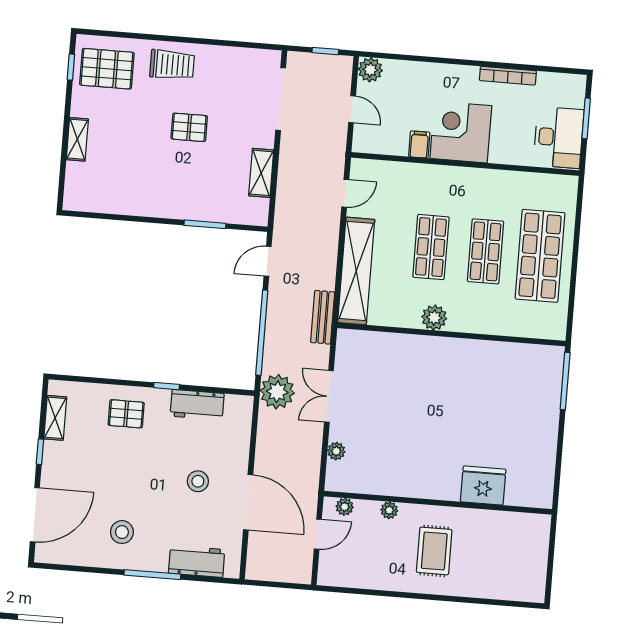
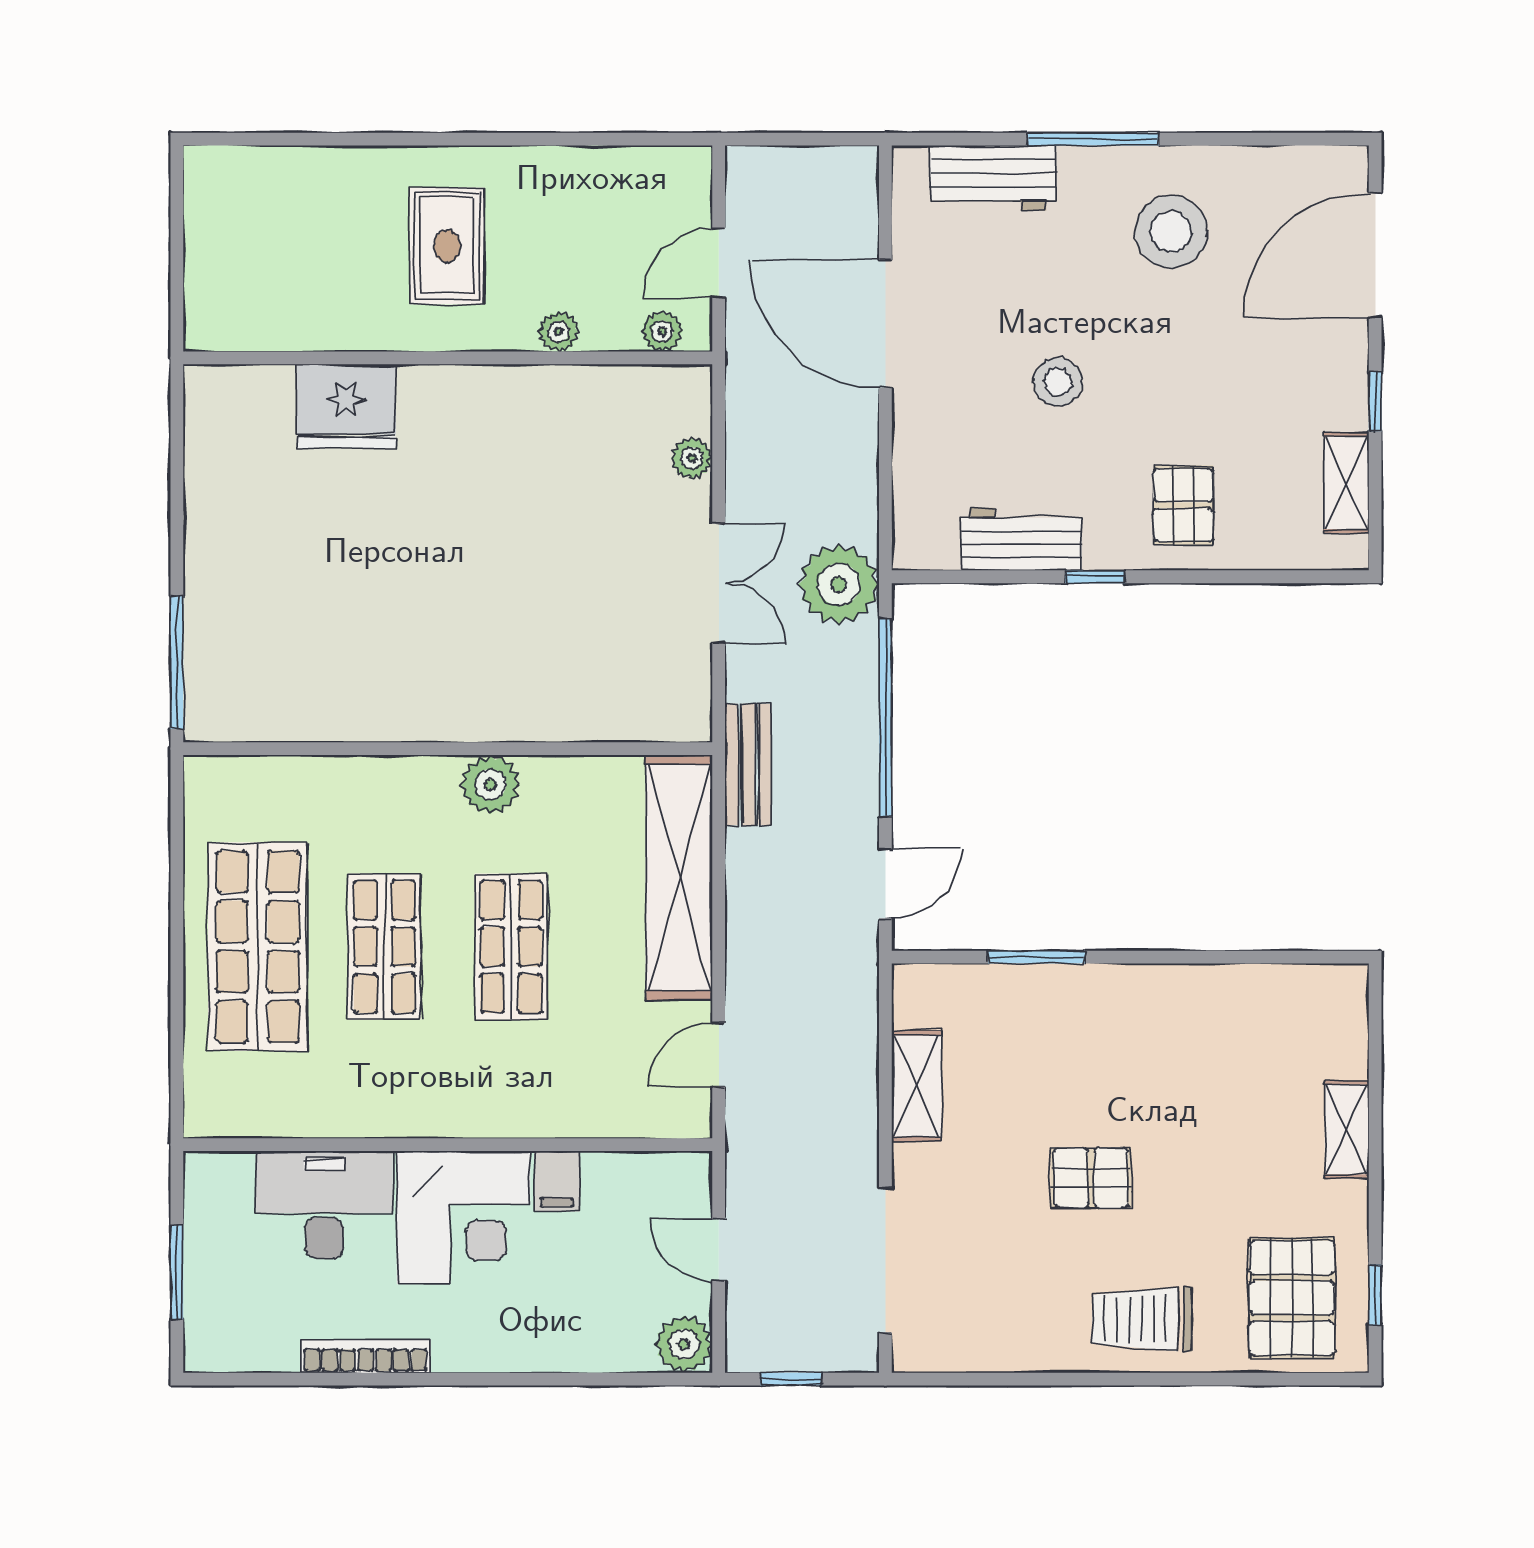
pallet: (107, 69) -> (1292, 1298), turned 90
desk: (559, 137) -> (324, 1205), moved, turned 90
pallet: (126, 414) -> (1183, 505), turned 90
stool: (198, 481) -> (1058, 382), moved
stool: (122, 532) -> (1171, 232), width x1.38, depth x1.38

